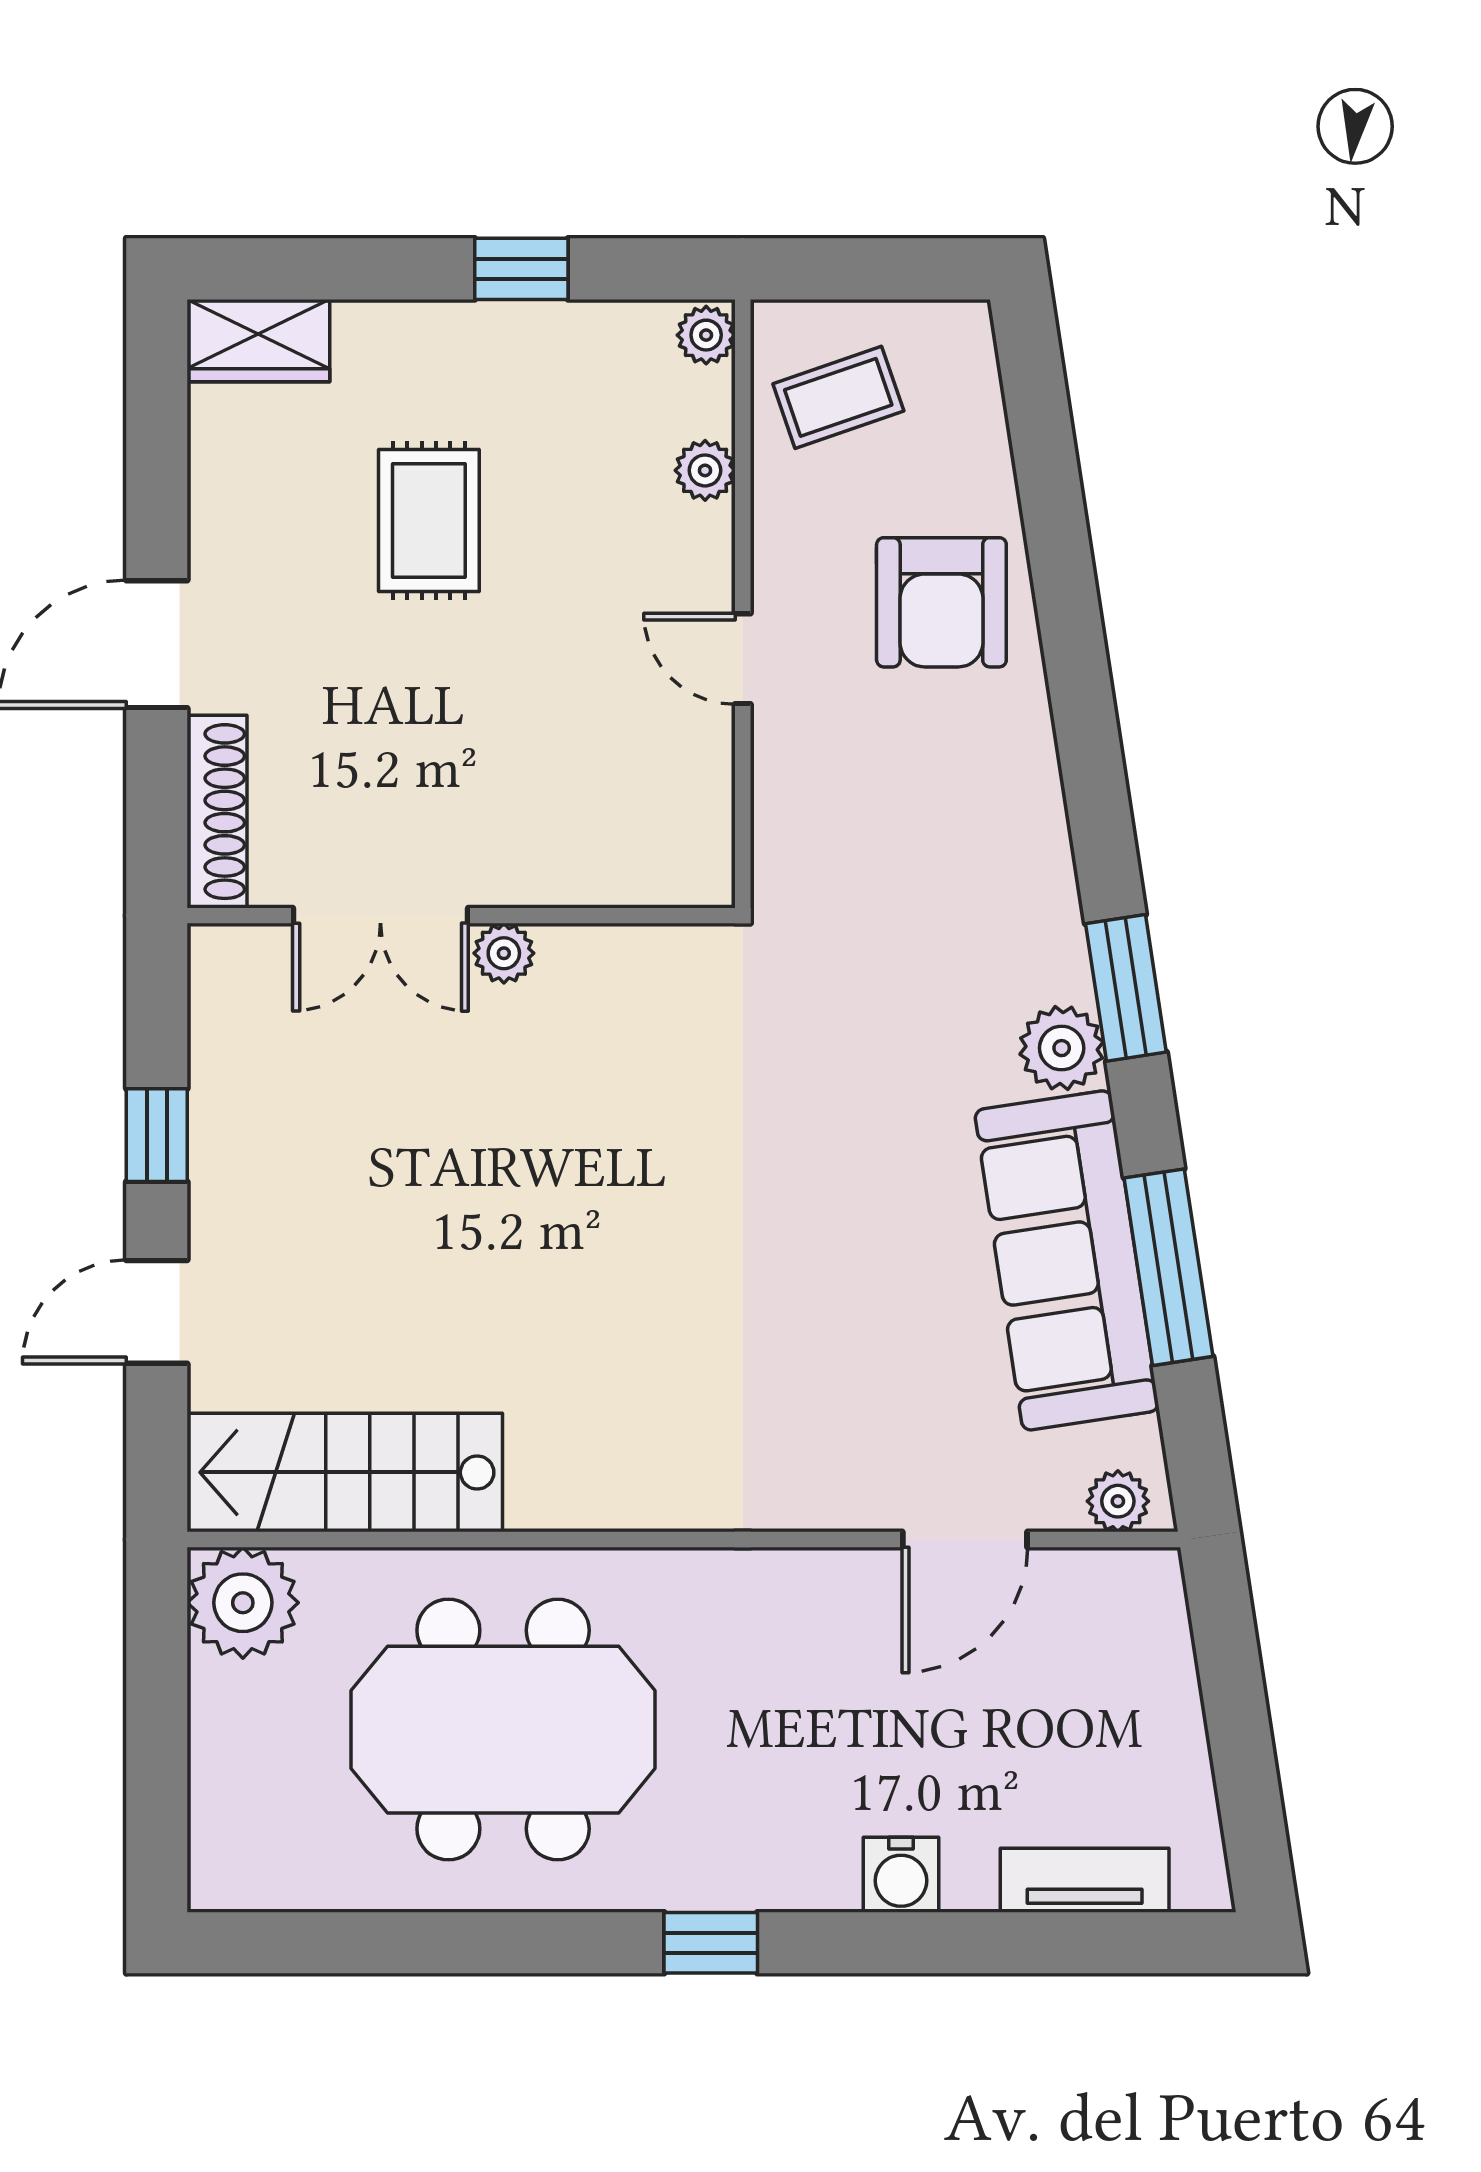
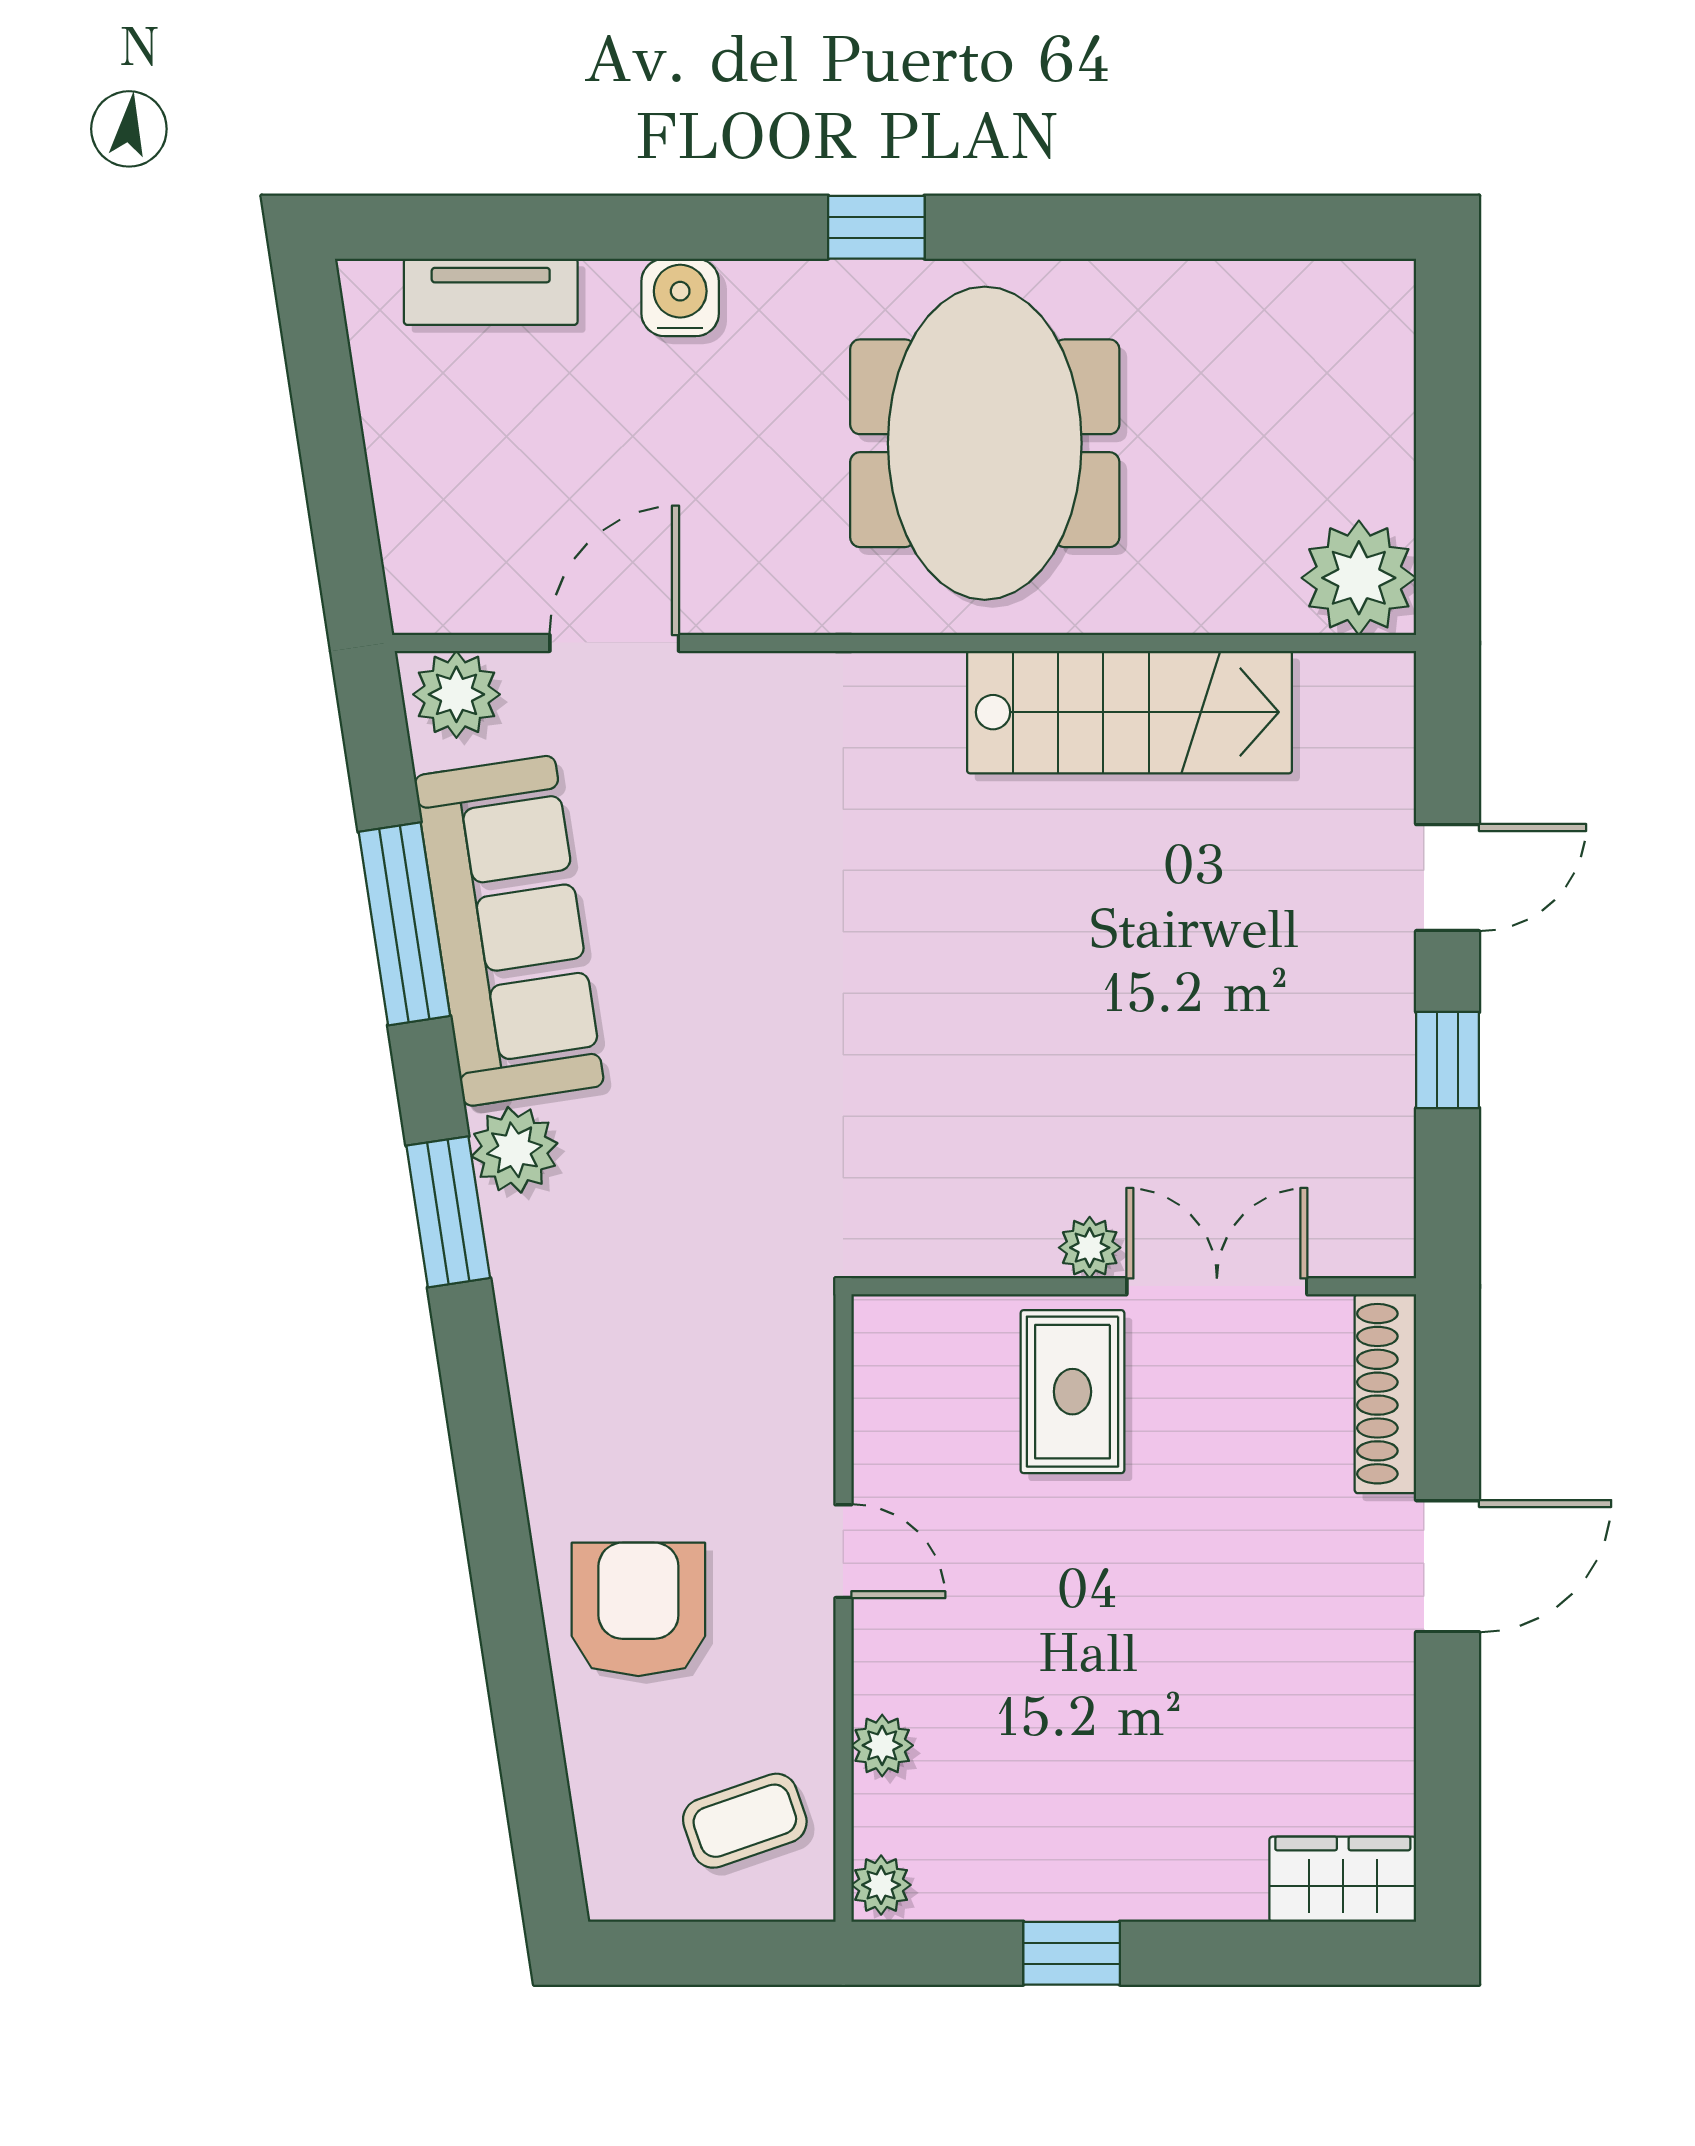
rug: (429, 521) -> (1072, 1392), moved
stairs: (345, 1472) -> (1129, 712), moved
plant: (1118, 1501) -> (456, 694), width x1.38, depth x1.38
meeting table: (503, 1730) -> (985, 443), moved, turned 90

